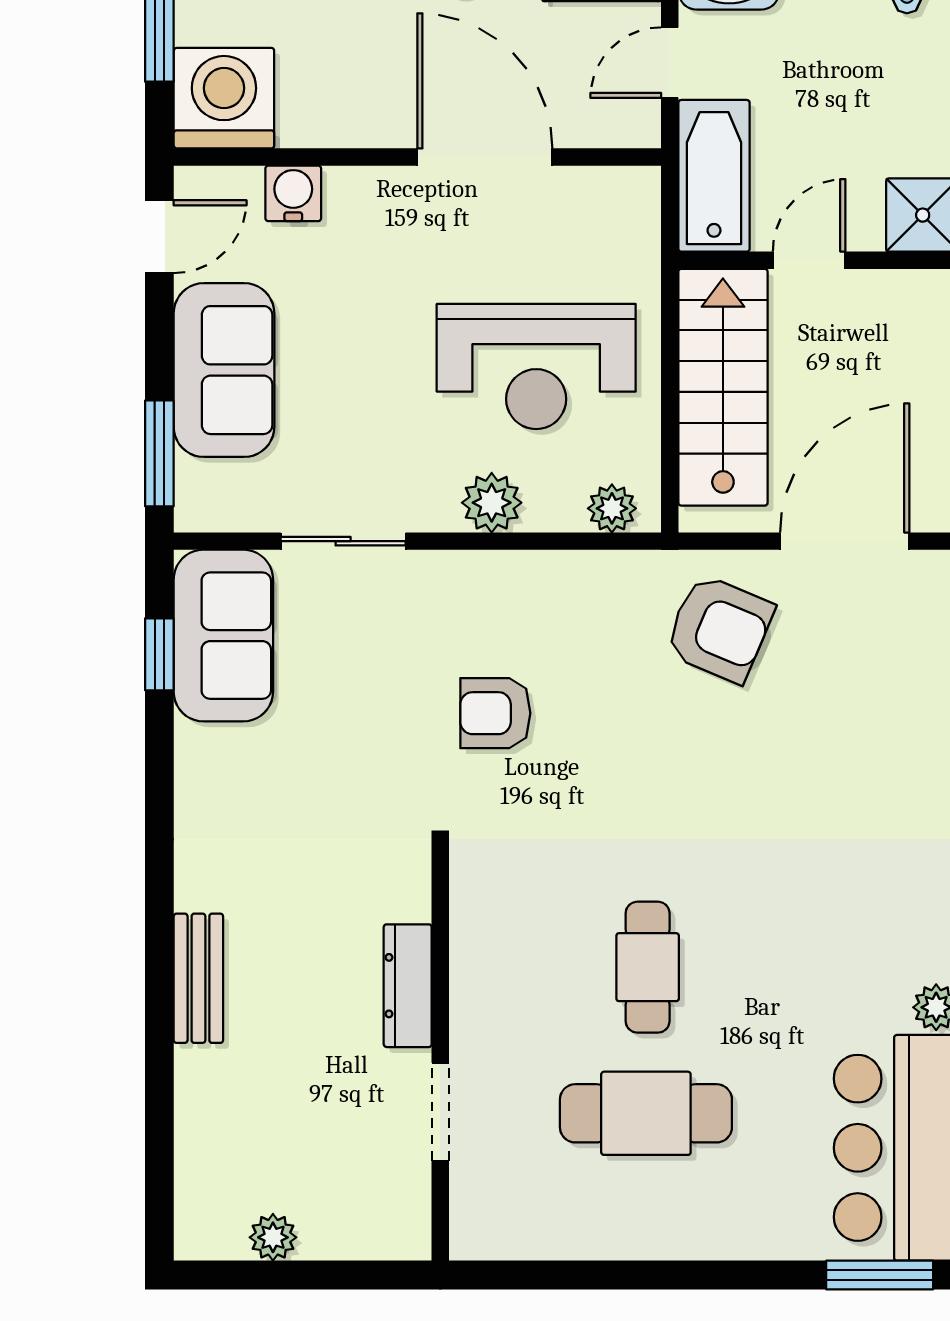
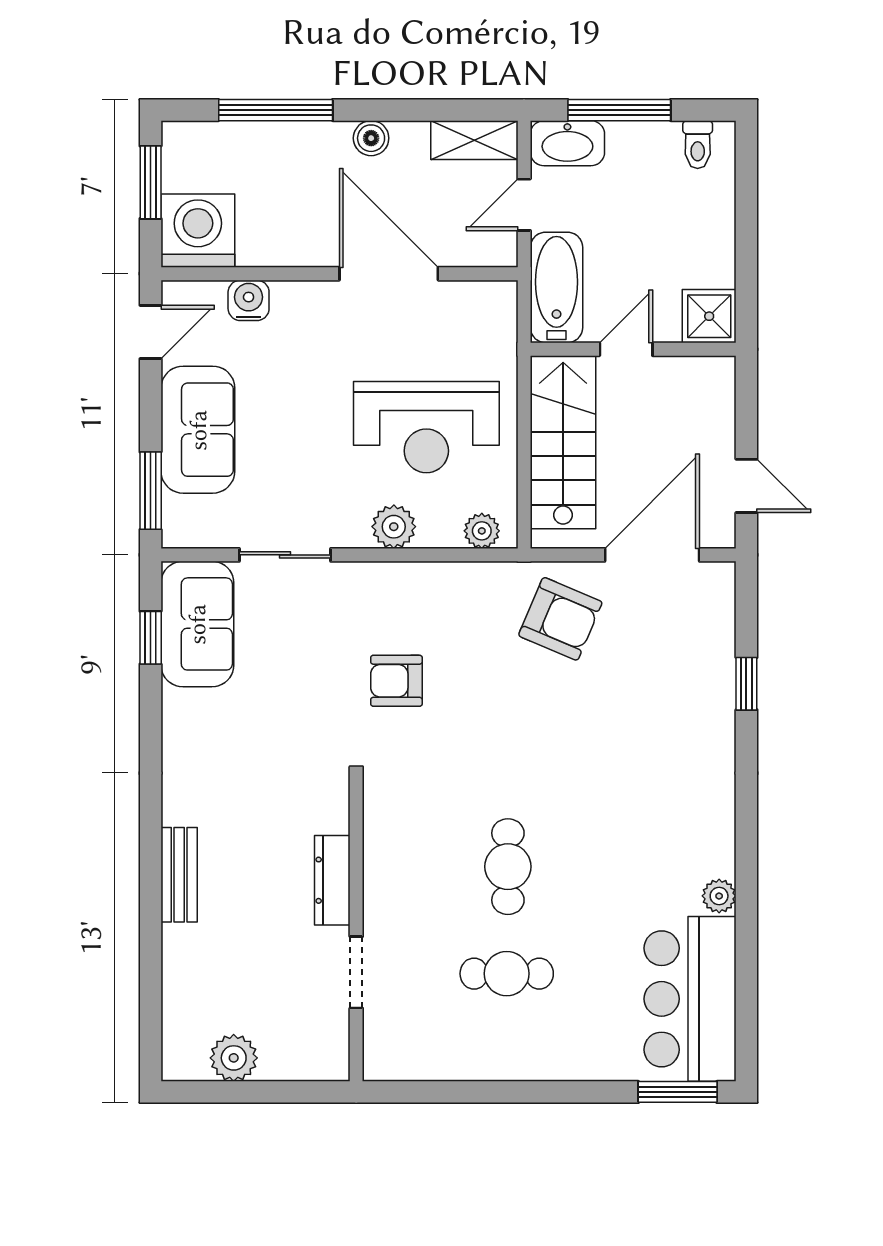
cafe table: (646, 1113) -> (507, 974), width x0.73, depth x0.74
plant: (273, 1237) -> (234, 1058), width x1.38, depth x1.38

